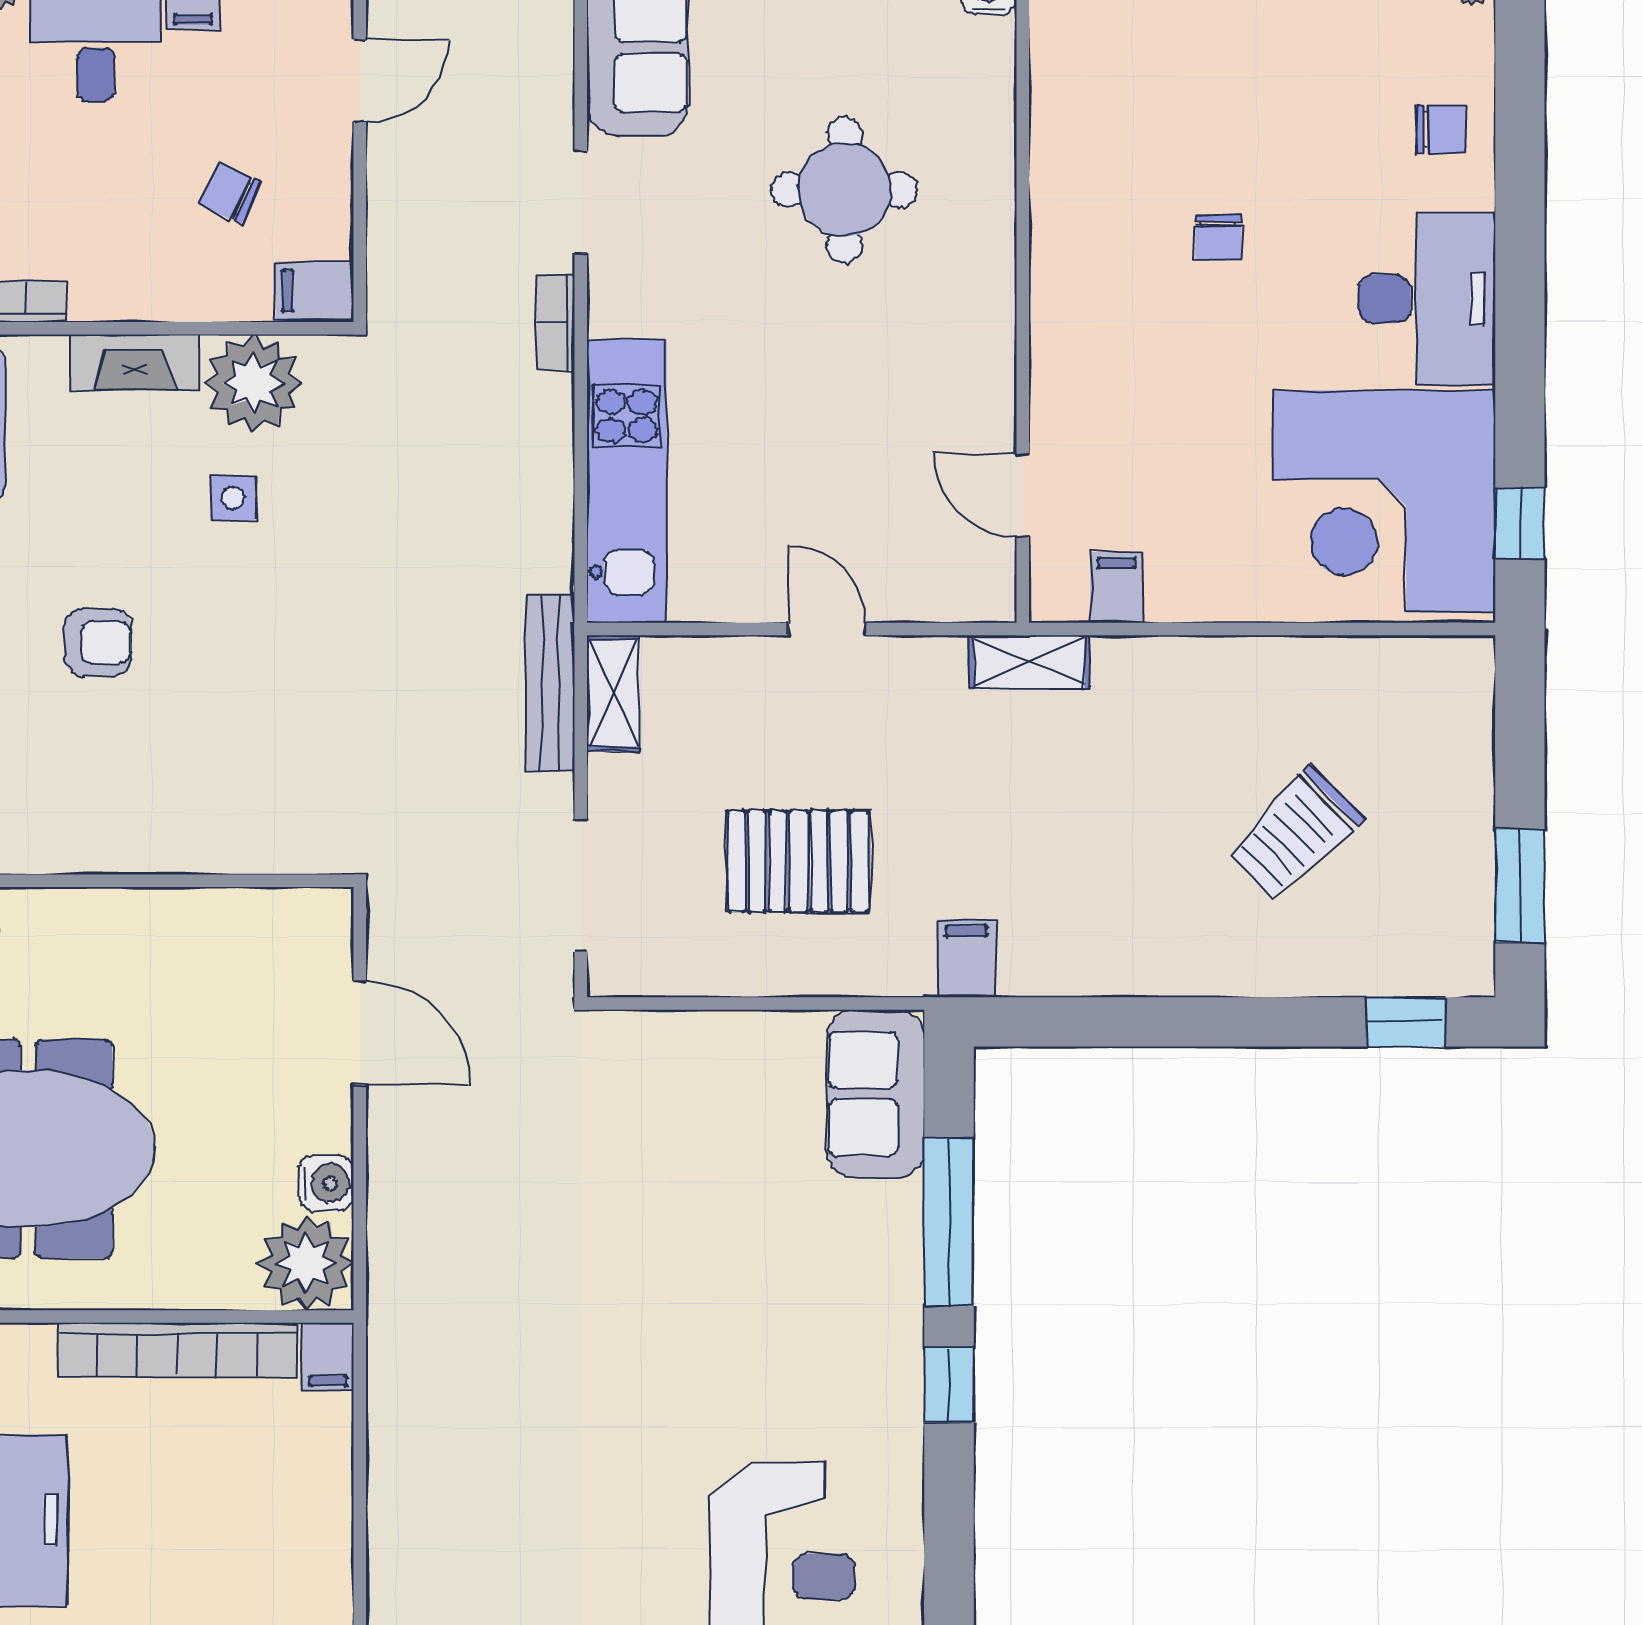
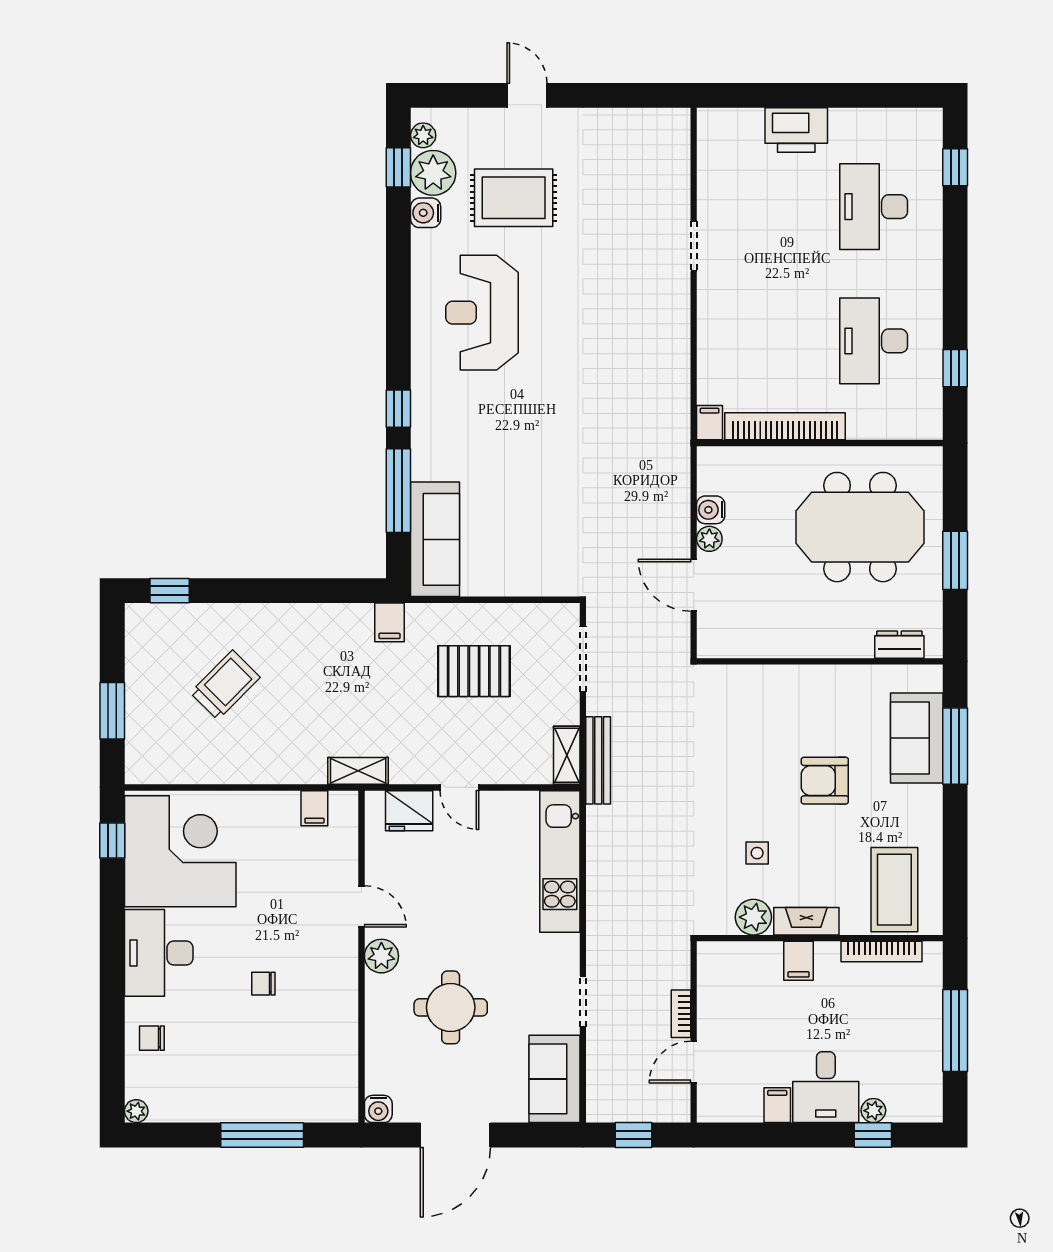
chair: (230, 193) -> (759, 1006), removed
chair: (1218, 237) -> (263, 984), turned -90
filing cabinet: (315, 291) -> (799, 961), moved, turned 90
plant: (983, 293) -> (381, 956), added
bookcase: (556, 322) -> (681, 1014), moved, turned 180
plant: (253, 383) -> (753, 917), width x0.73, depth x0.73
door: (1023, 495) -> (361, 906), moved
fridge: (927, 583) -> (409, 811), added
armchair: (98, 643) -> (825, 781), width x1.38, depth x1.38
window: (1520, 886) -> (112, 711), moved
sofa: (876, 1094) -> (435, 539), width x1.36
plant: (306, 1263) -> (709, 539), moved, width x0.53, depth x0.53

